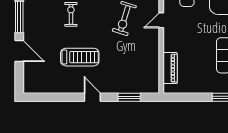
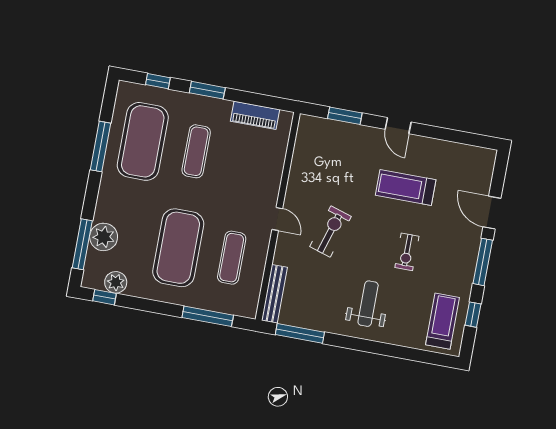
door: (161, 20) -> (277, 219), hinge flipped
piano: (170, 68) -> (255, 115), moved, turned -90

